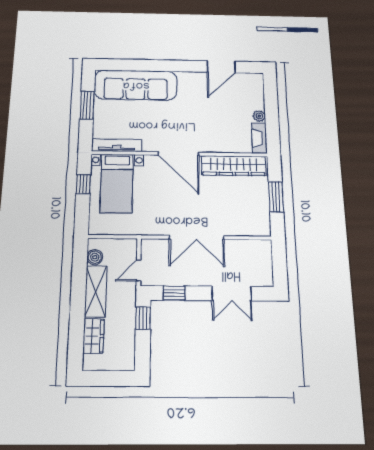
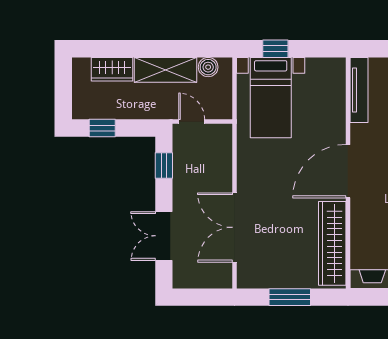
bed with nightstands: (117, 183) -> (271, 98), moved, turned -90
window: (83, 184) -> (275, 49), moved
double door: (197, 237) -> (235, 227), moved
window: (143, 318) -> (102, 128), moved

